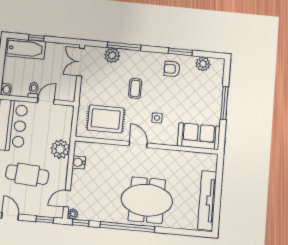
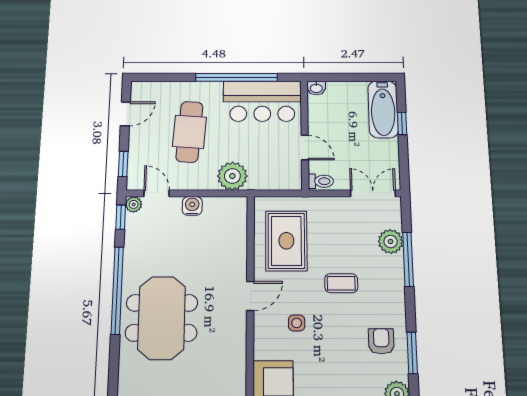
toilet: (33, 90) -> (321, 181), moved
water cooler: (79, 162) -> (192, 206), moved

